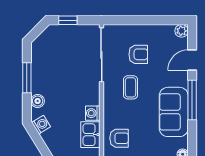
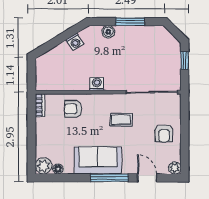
armchair: (138, 54) -> (164, 133), moved
washing machine: (41, 125) -> (75, 42), moved
kitchen sink: (90, 135) -> (76, 82), removed
armchair: (119, 138) -> (73, 109), turned 90

